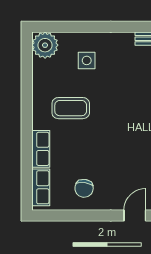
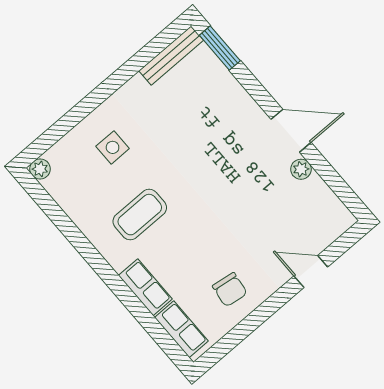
plant: (45, 45) -> (40, 169), width x0.53, depth x0.53
door: (135, 215) -> (311, 272), hinge flipped

